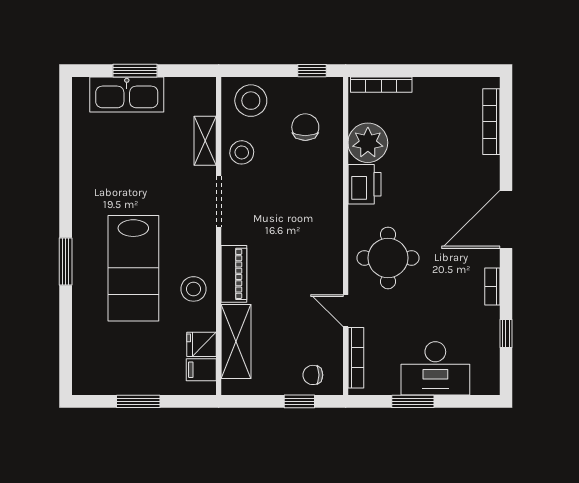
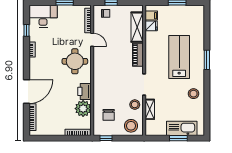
door: (506, 219) -> (26, 92), moved
stool: (193, 289) -> (194, 94), moved
desk: (435, 368) -> (43, 16), moved

